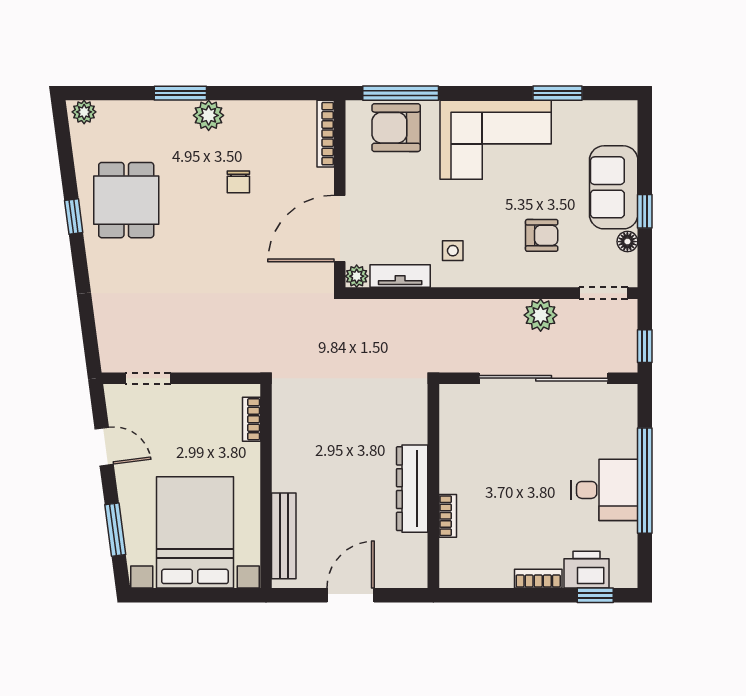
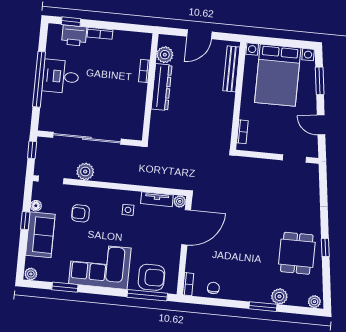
plant: (624, 112) -> (31, 274), added
plant: (209, 115) -> (279, 296), moved
bookcase: (326, 134) -> (188, 284), width x0.64
chair: (238, 182) -> (213, 288), moved
plant: (412, 550) -> (165, 55), added

